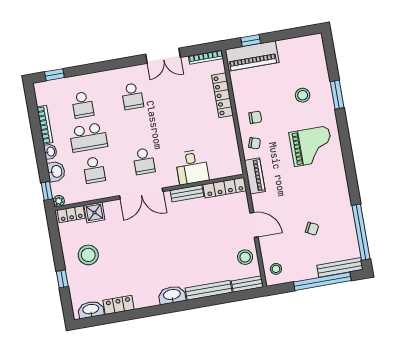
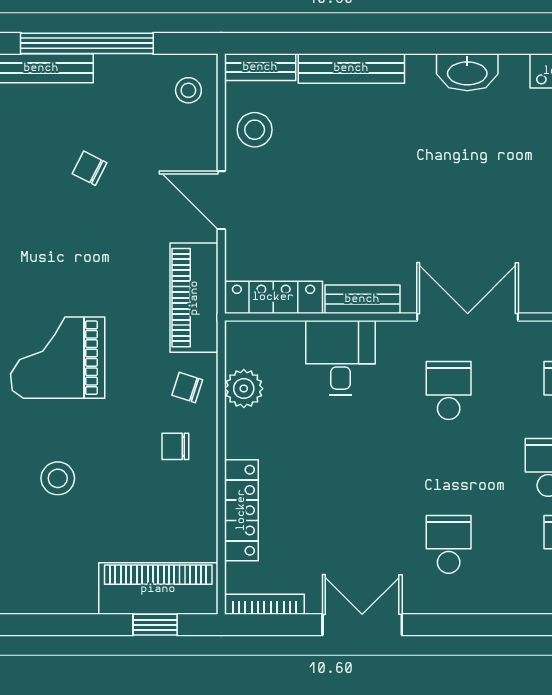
plant: (231, 147) -> (244, 389), added
piano: (255, 176) -> (194, 298), width x1.37, depth x1.33
washbasin: (172, 295) -> (467, 72), moved

